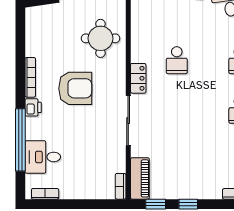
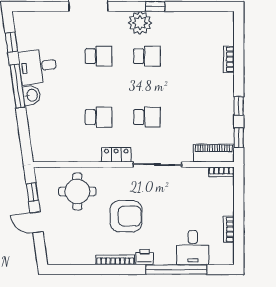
armchair: (75, 88) -> (126, 216), turned 90
school desk: (177, 110) -> (147, 117), added
bookcase: (45, 194) -> (229, 229), moved

